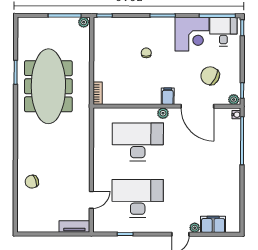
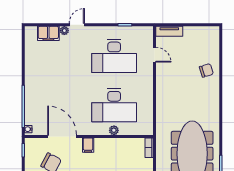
plant: (234, 100) -> (31, 142), removed
plant: (163, 113) -> (114, 130), moved
door: (91, 200) -> (154, 55), swing flipped

